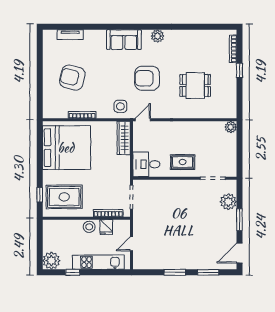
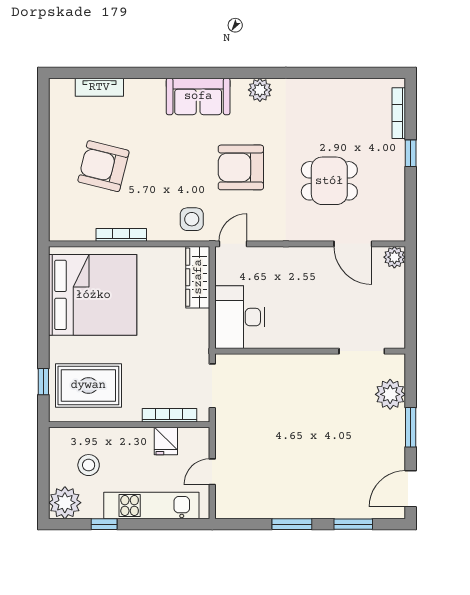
door: (208, 120) -> (353, 244), added
rug: (183, 162) -> (306, 321), removed
desk: (146, 164) -> (240, 317), width x1.37
stool: (89, 227) -> (89, 465), moved

